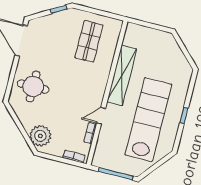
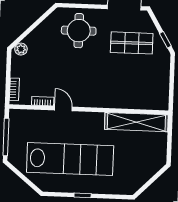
shop shelf: (89, 41) -> (132, 43), moved
shelving: (122, 75) -> (136, 122), moved
plant: (40, 136) -> (21, 49), width x0.53, depth x0.53

